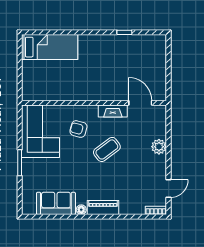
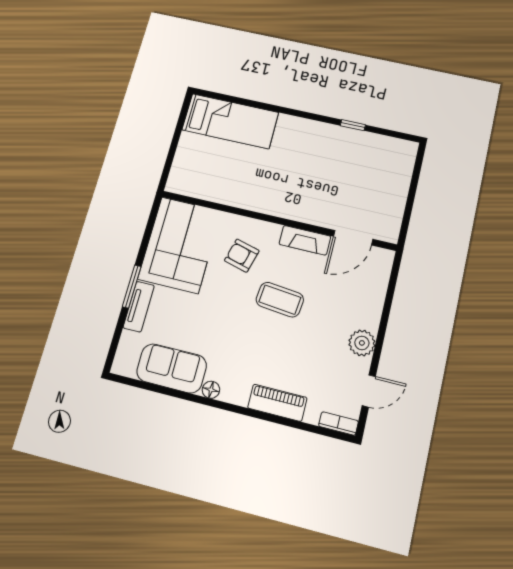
door: (140, 103) -> (353, 238), swing flipped
plant: (159, 147) -> (362, 343), moved
coffee table: (107, 149) -> (280, 300), turned 43
tv unit: (27, 173) -> (139, 307), added
piano: (103, 208) -> (277, 403), moved

